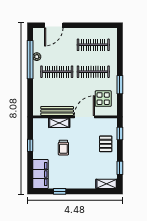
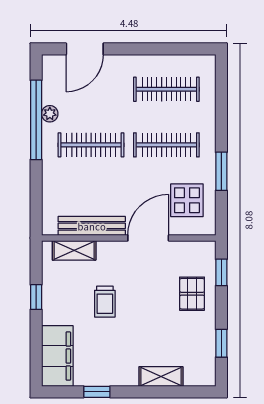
shelving: (59, 123) -> (74, 250), moved
shelving: (107, 184) -> (161, 377), moved

